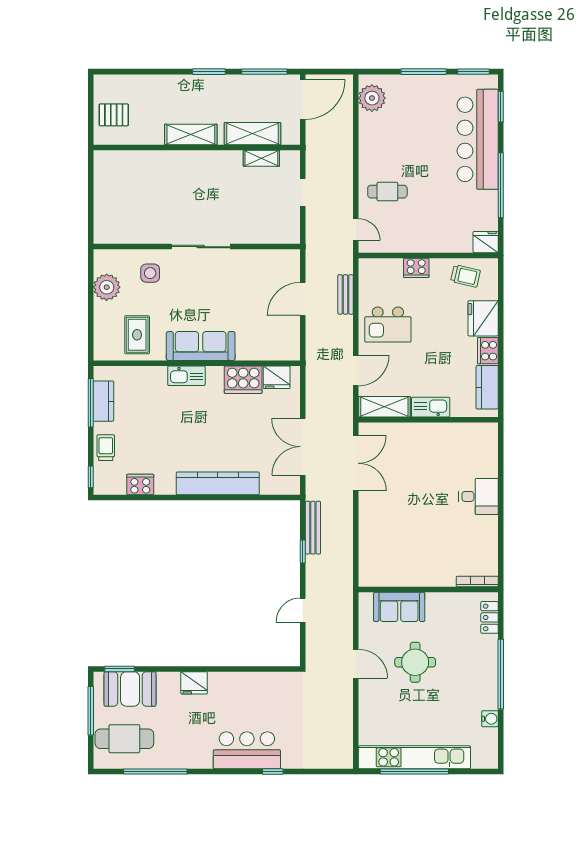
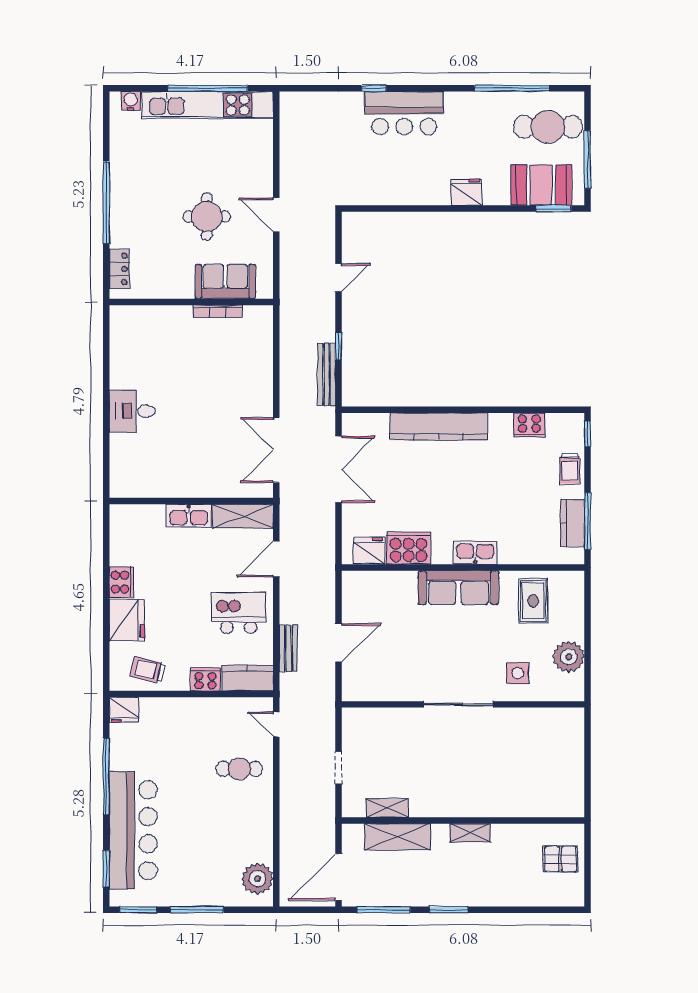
shelving: (191, 134) -> (470, 833), width x0.67, depth x0.75
kitchen counter: (487, 387) -> (248, 678), moved, turned -90
bookcase: (477, 581) -> (217, 311), moved
water cooler: (490, 719) -> (131, 101), moved, turned 90

